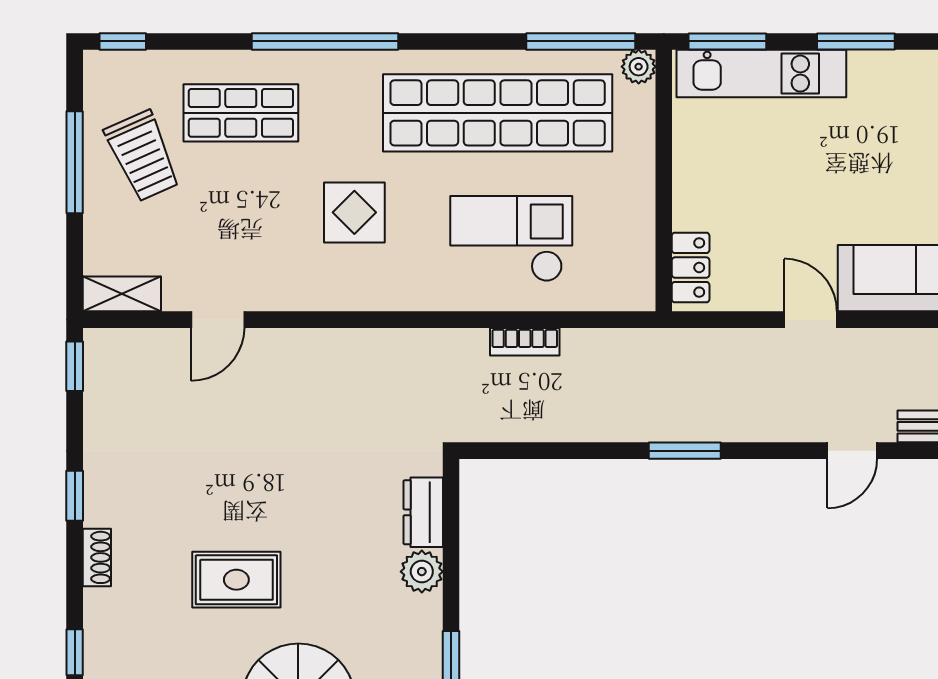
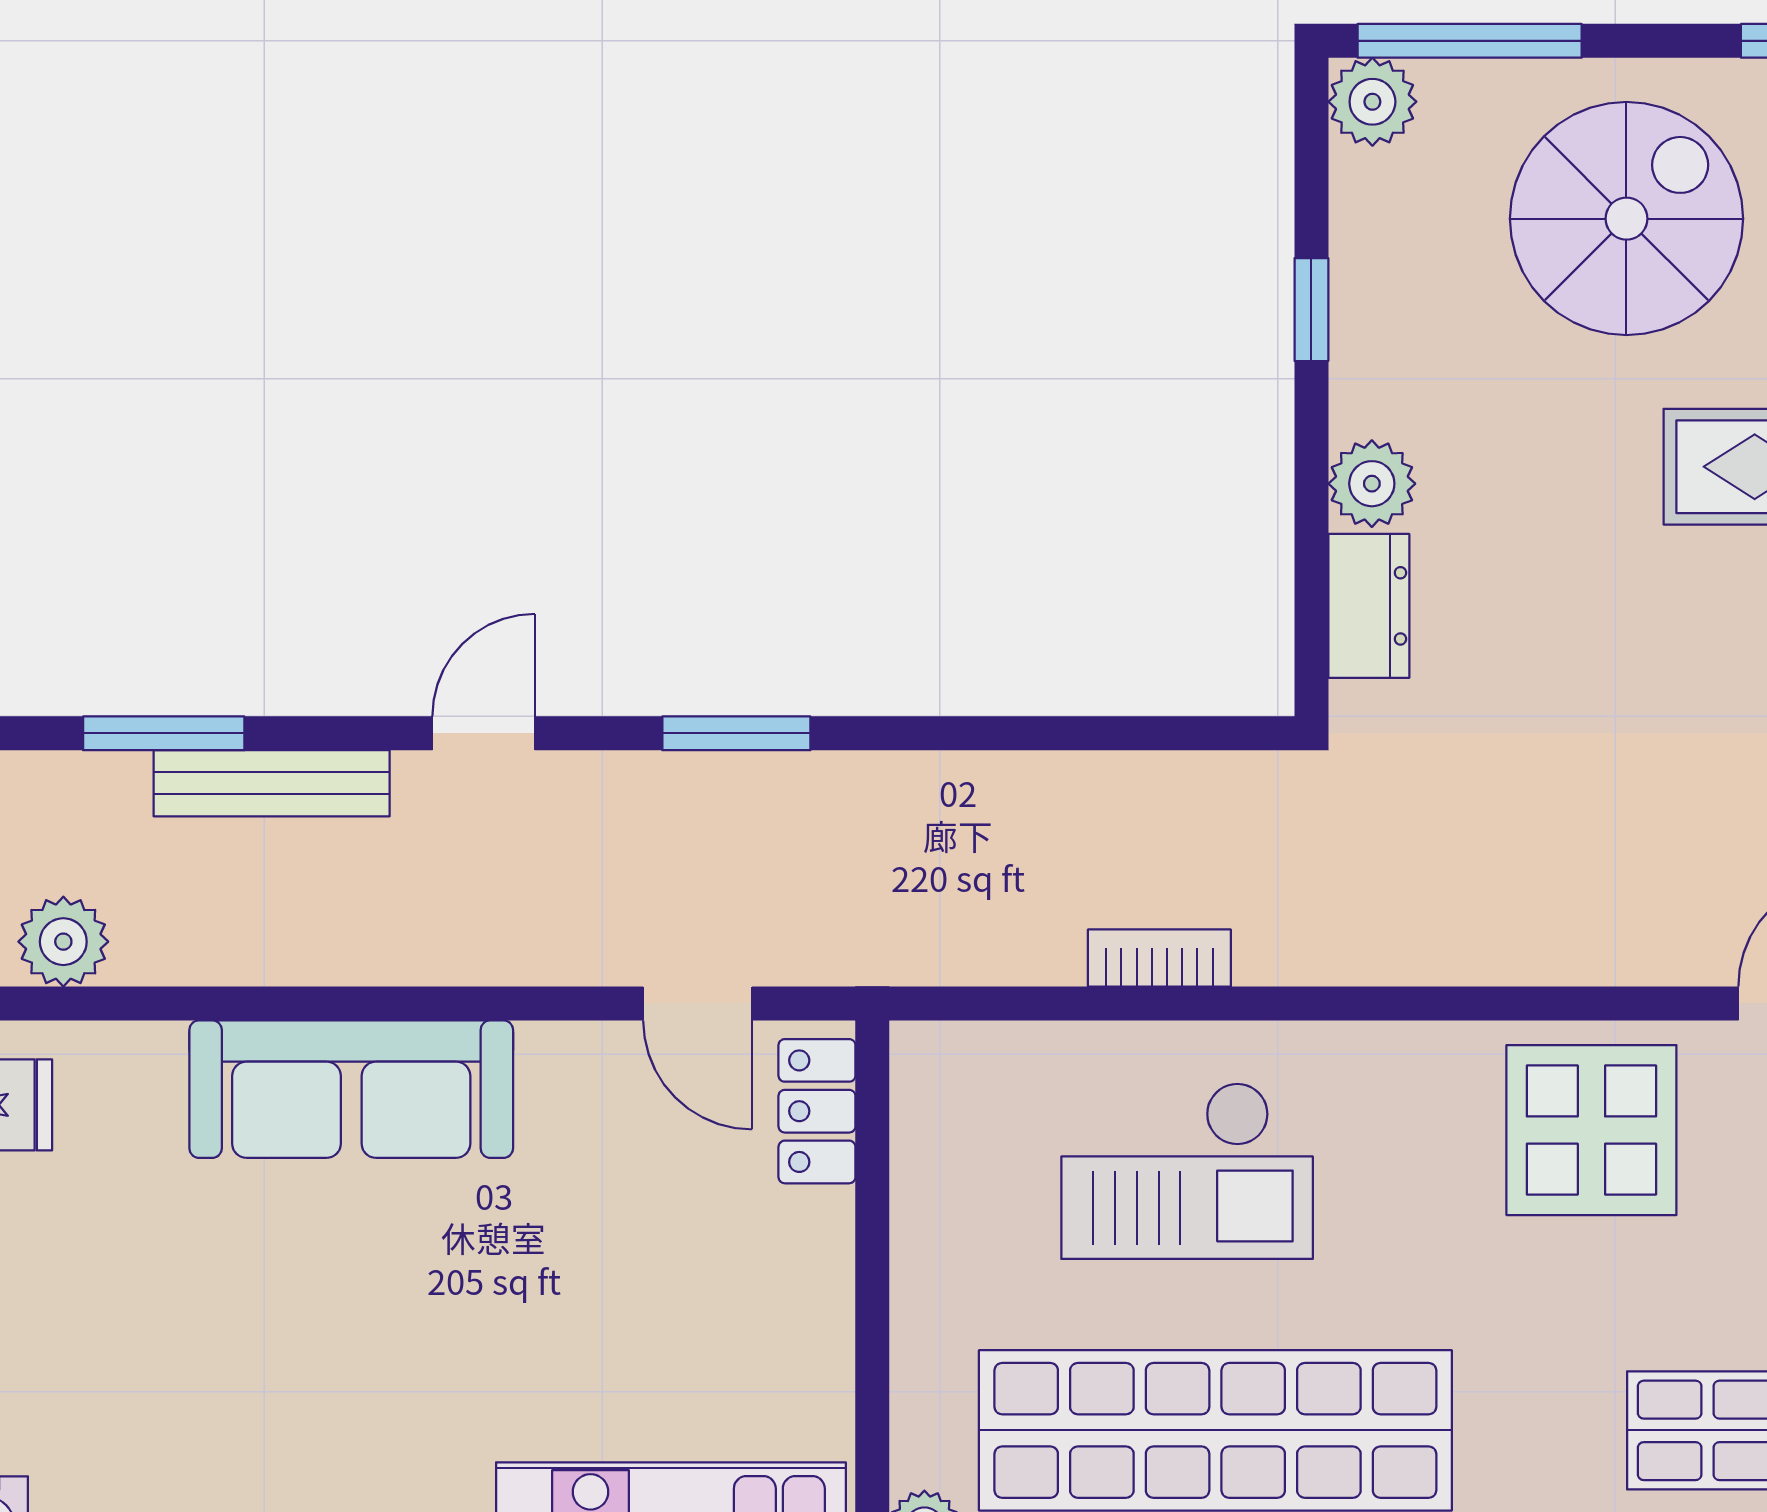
display table: (354, 212) -> (1591, 1130), moved, width x1.36, depth x1.36
door: (811, 320) -> (698, 1003), moved
window: (685, 451) -> (736, 733), moved

